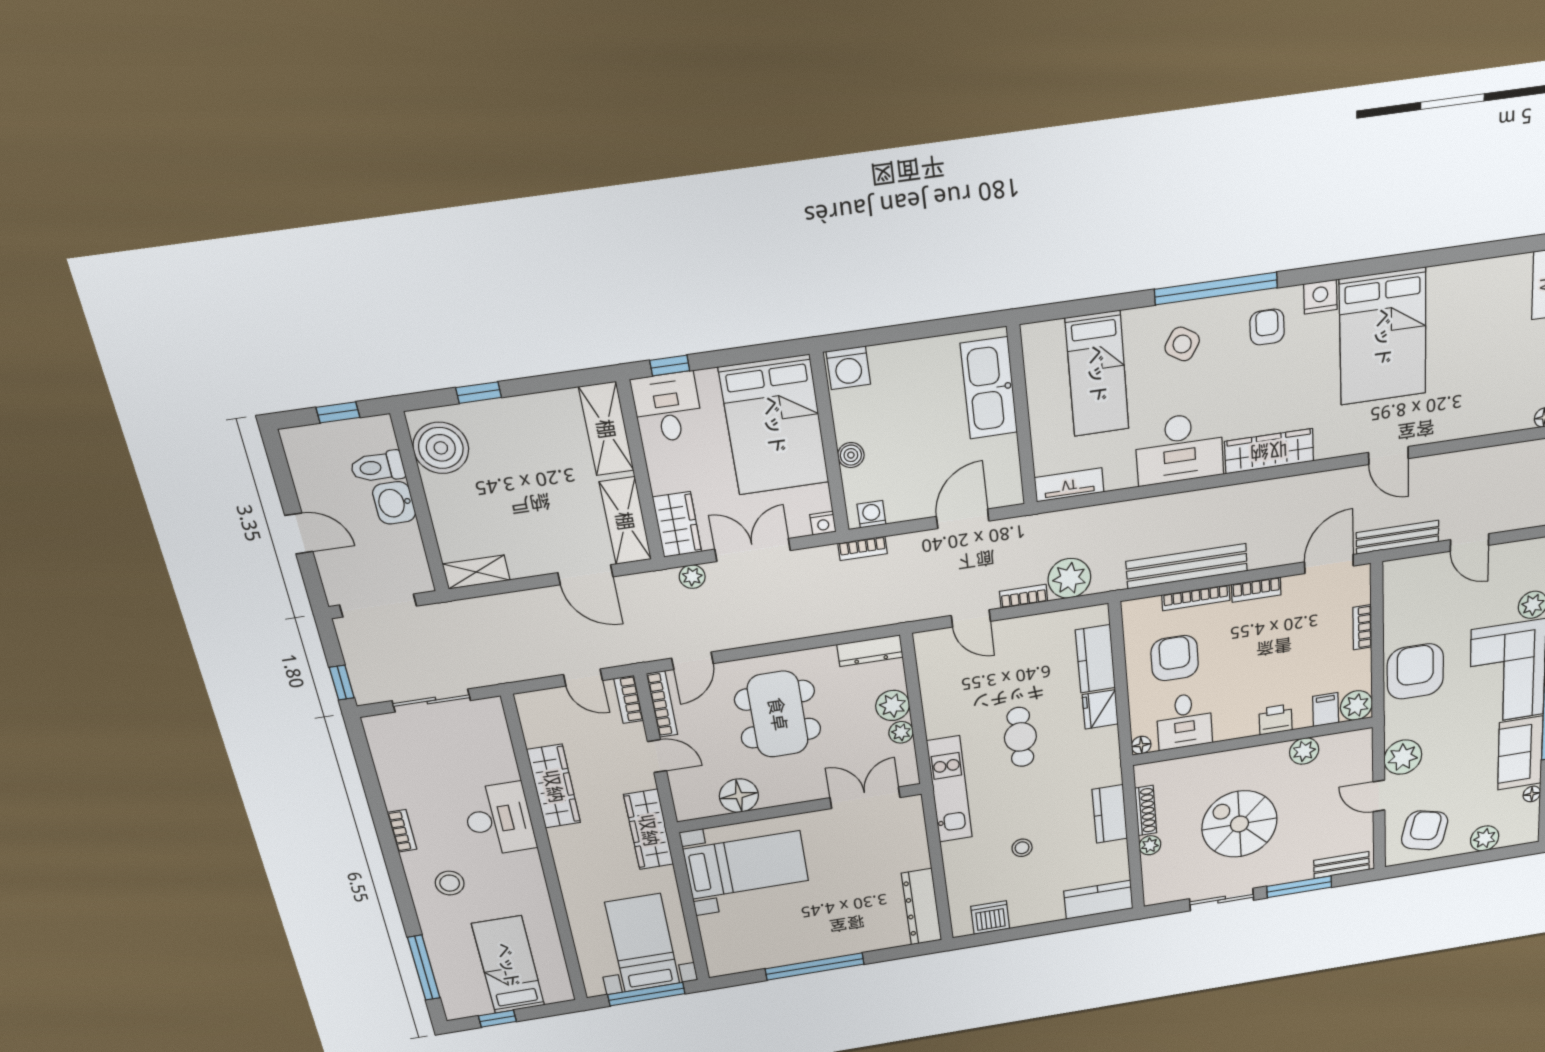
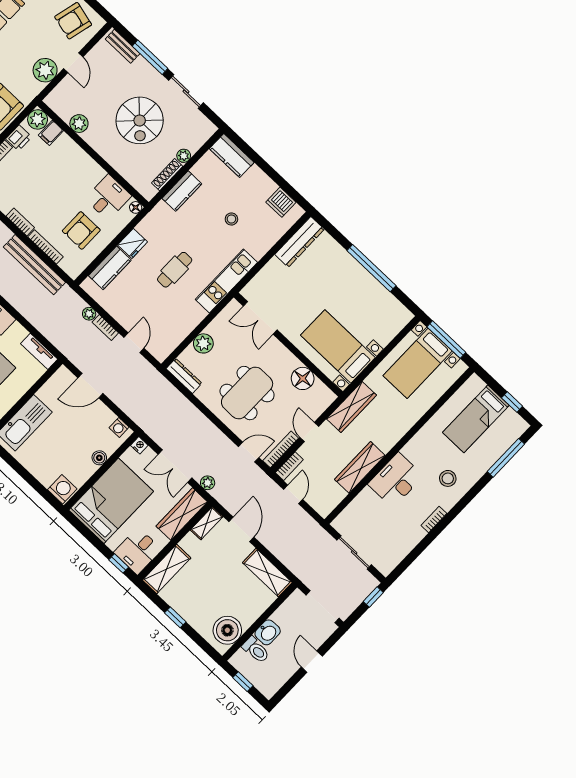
window: (479, 393) -> (175, 617), moved
shelving: (625, 521) -> (207, 523), width x0.67, depth x0.75
wardrobe: (677, 525) -> (182, 514), width x1.50
bookcase: (863, 548) -> (138, 419), removed
shelving: (476, 572) -> (267, 573), width x1.50, depth x1.33
plant: (1069, 578) -> (89, 314), width x0.53, depth x0.53
printer: (1276, 719) -> (19, 138), moved, turned -90
plant: (901, 732) -> (214, 328), removed

